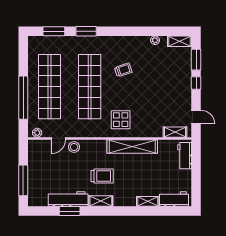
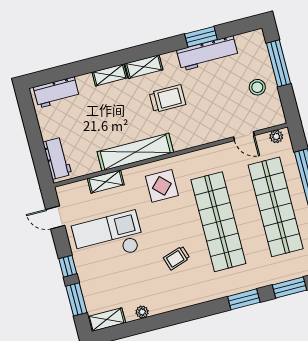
checkout: (165, 95) -> (108, 237), added
shelving: (175, 132) -> (106, 182), moved
door: (58, 138) -> (244, 136), swing flipped
stool: (74, 147) -> (257, 87), moved
trolley: (102, 176) -> (167, 99), turned 180
shelving: (101, 201) -> (144, 67), moved
shelving: (148, 201) -> (110, 75), moved

